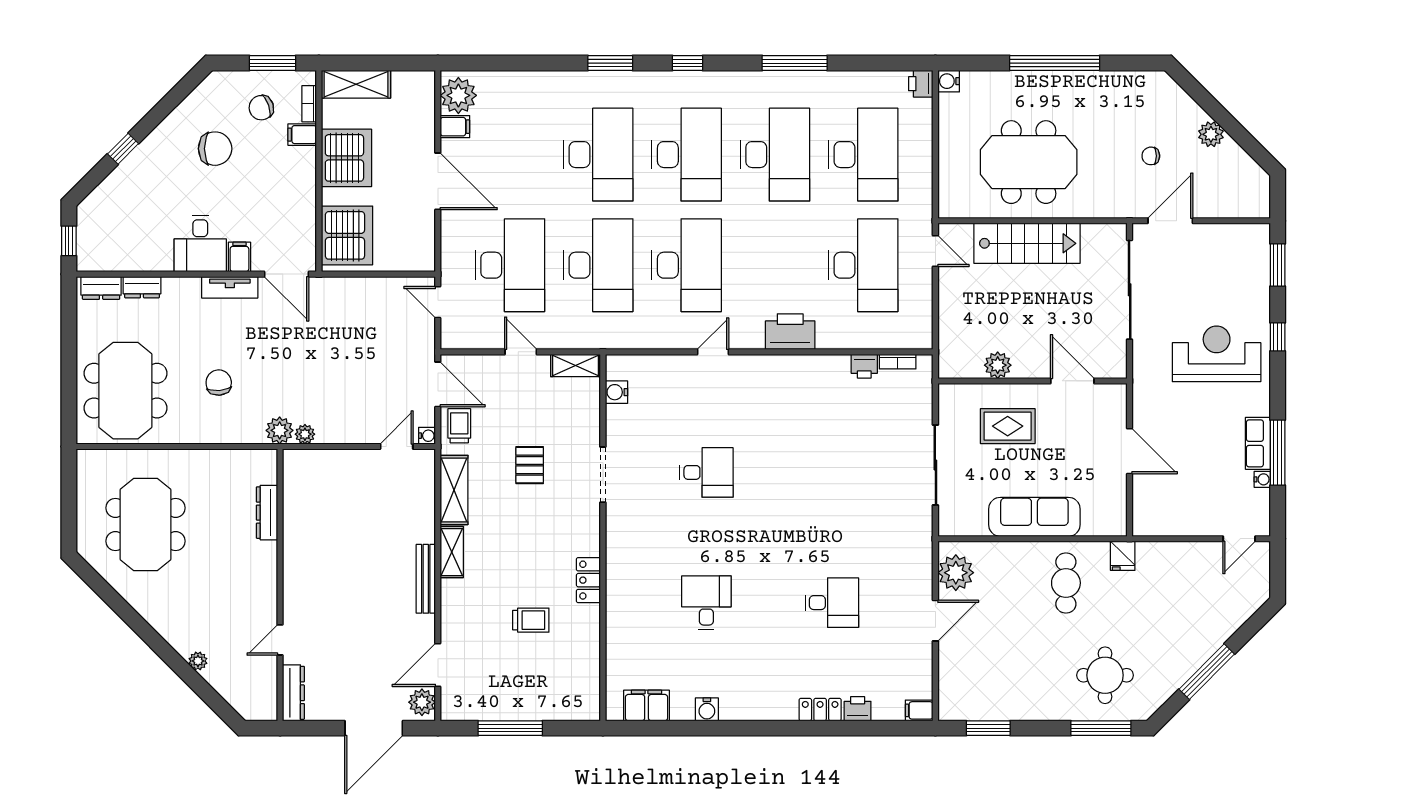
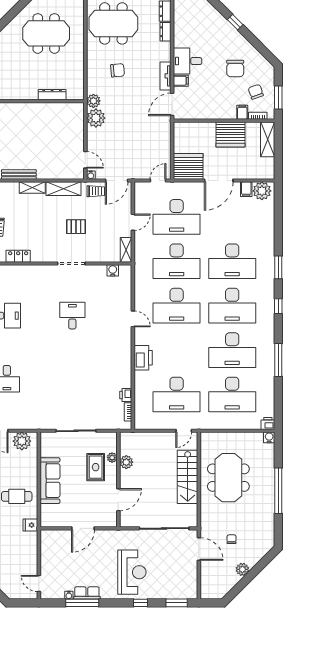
server rack: (347, 235) -> (188, 166), moved, turned 180
plant: (989, 393) -> (112, 458), added
plant: (305, 434) -> (96, 118), width x1.88, depth x1.88
desk: (706, 472) -> (72, 316), turned 180

